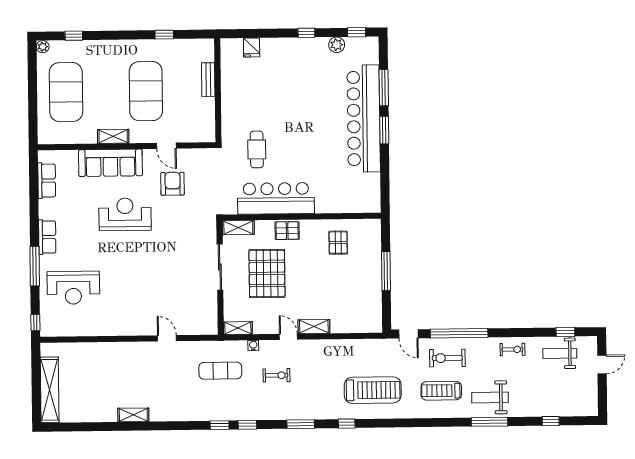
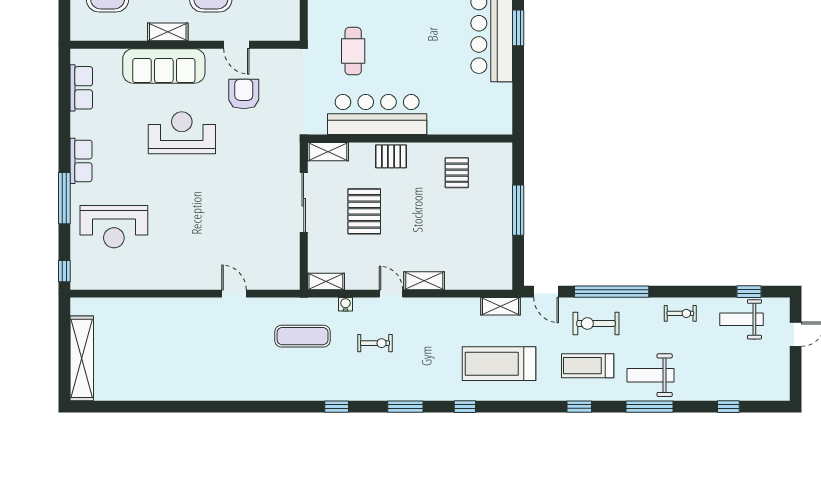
pallet: (267, 273) -> (364, 211), width x0.73, depth x0.71
treadmill: (373, 390) -> (499, 364), turned 180
shelving: (133, 415) -> (501, 306), moved
window: (220, 425) -> (579, 407), moved

